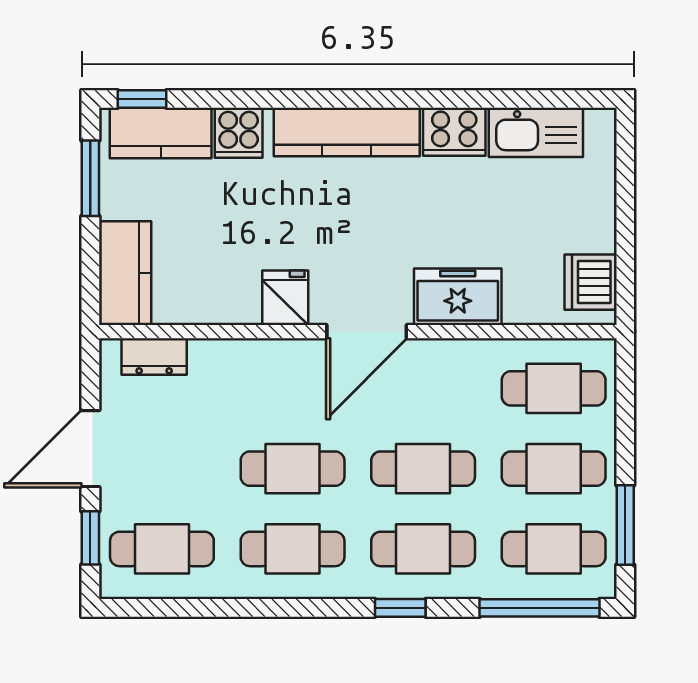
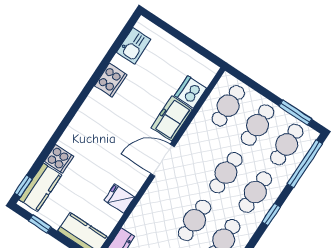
kitchen counter: (347, 132) -> (85, 119), removed
kitchen sink: (536, 132) -> (134, 46), width x0.73
window: (90, 178) -> (40, 224), width x0.67
dishwasher: (591, 282) -> (191, 92), moved, turned 90
fridge: (285, 298) -> (119, 199), moved
door: (367, 332) -> (162, 160), swing flipped

